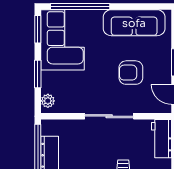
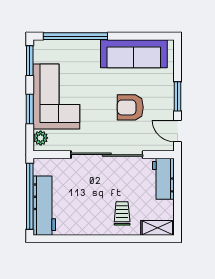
corner sofa: (63, 40) -> (56, 97), moved
sliding door: (109, 116) -> (107, 155), width x1.36

